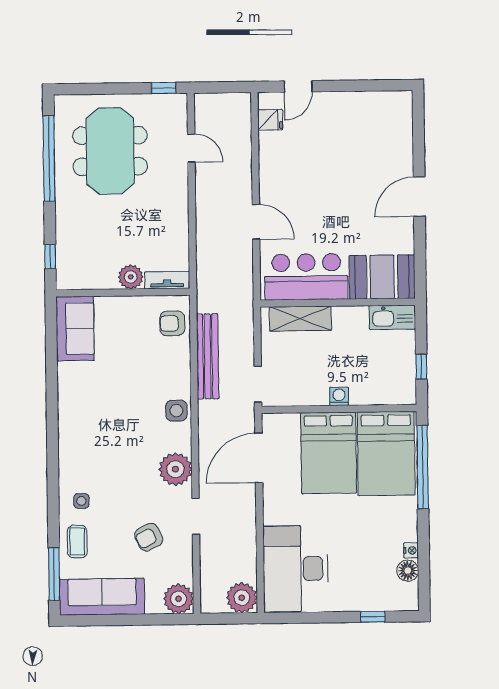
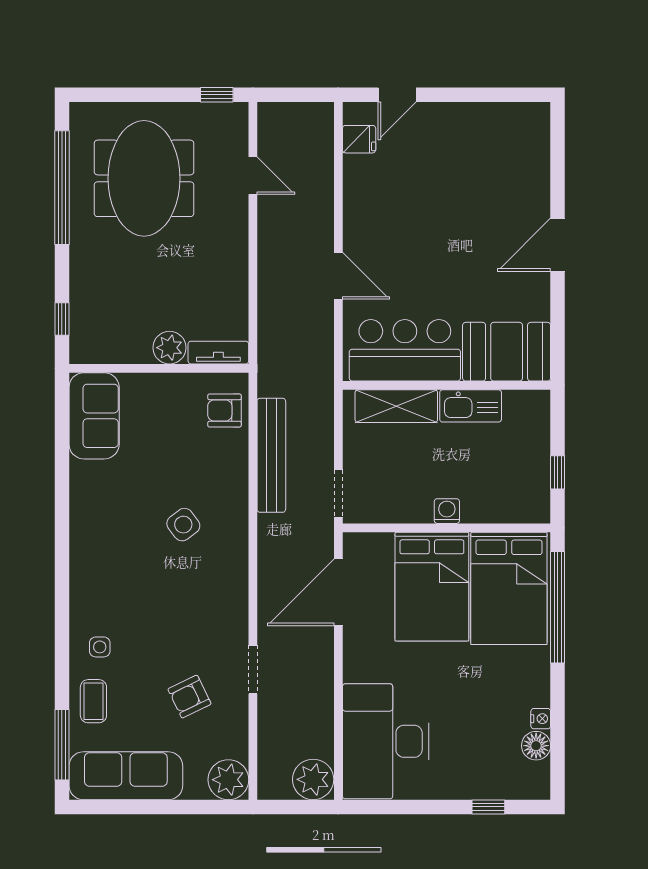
kitchen sink: (392, 317) -> (471, 406), moved
side table: (176, 411) -> (183, 525), moved, turned -37
plant: (175, 469) -> (226, 606), removed

